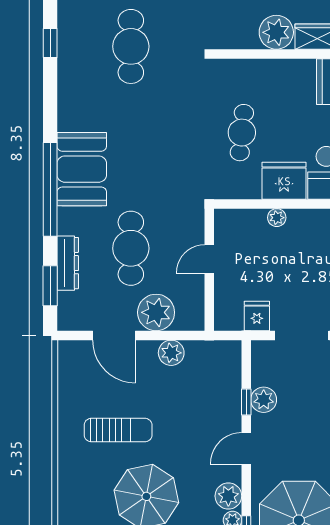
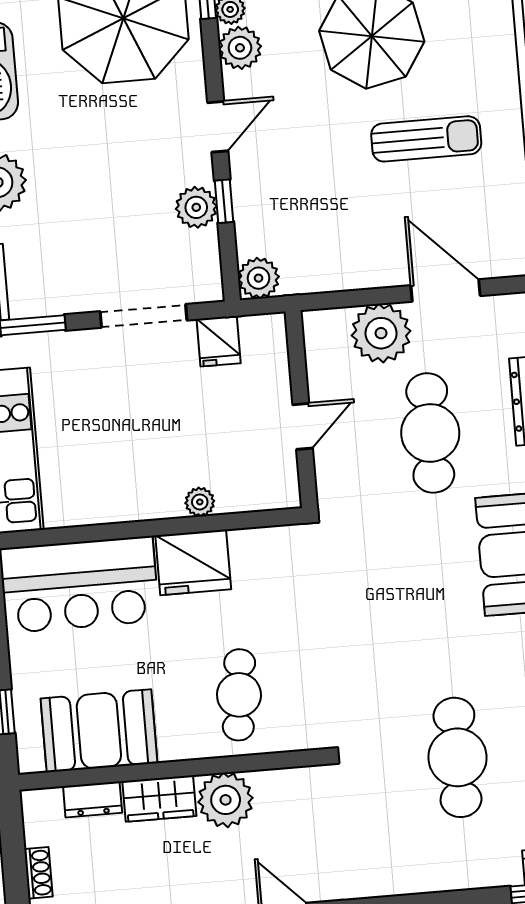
cafe table: (242, 133) -> (239, 695), moved
plant: (171, 353) -> (259, 278), moved
sun lounger: (118, 430) -> (426, 139), turned 180

